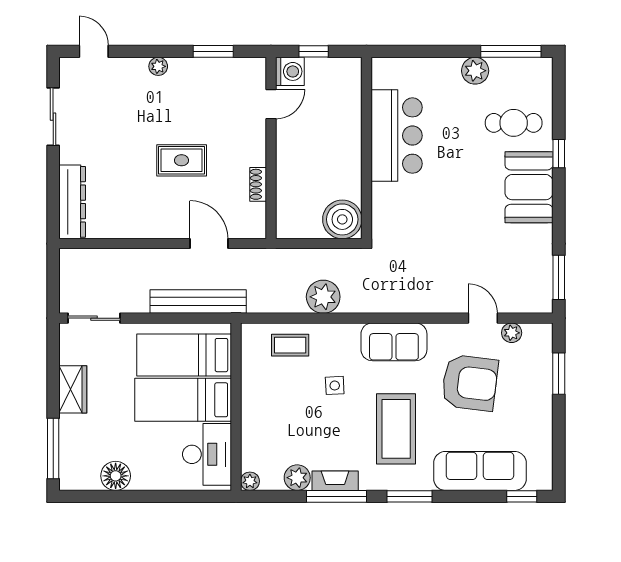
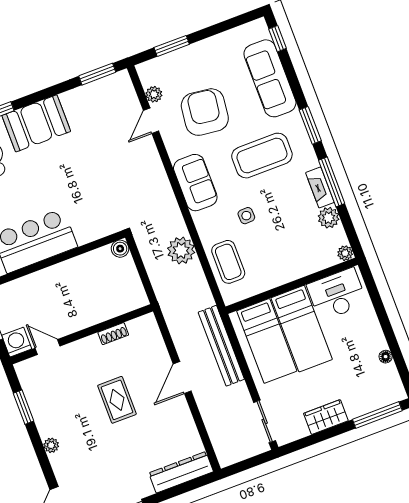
boiler: (342, 219) -> (120, 249), width x0.54, depth x0.54
door: (209, 244) -> (182, 377), moved
coffee table: (290, 345) -> (228, 262), width x1.36, depth x1.30
floor lamp: (116, 476) -> (386, 357), width x0.53, depth x0.53

